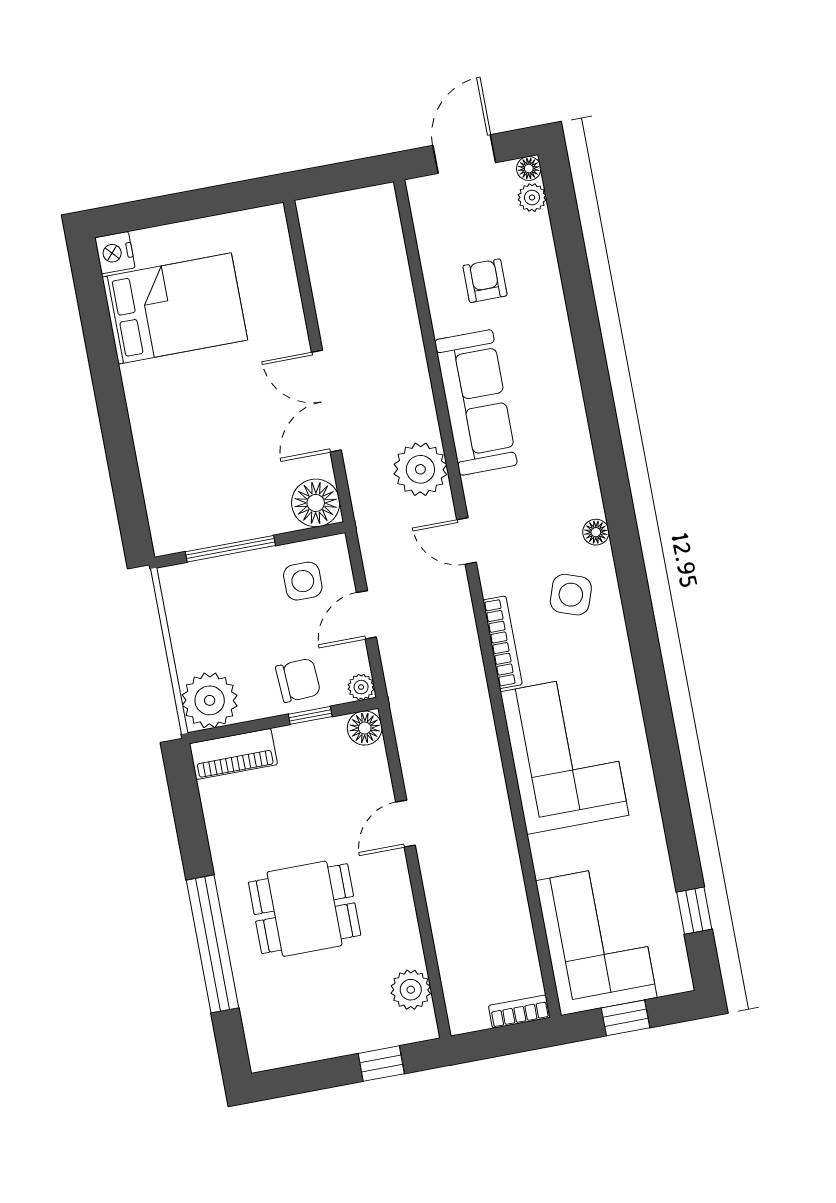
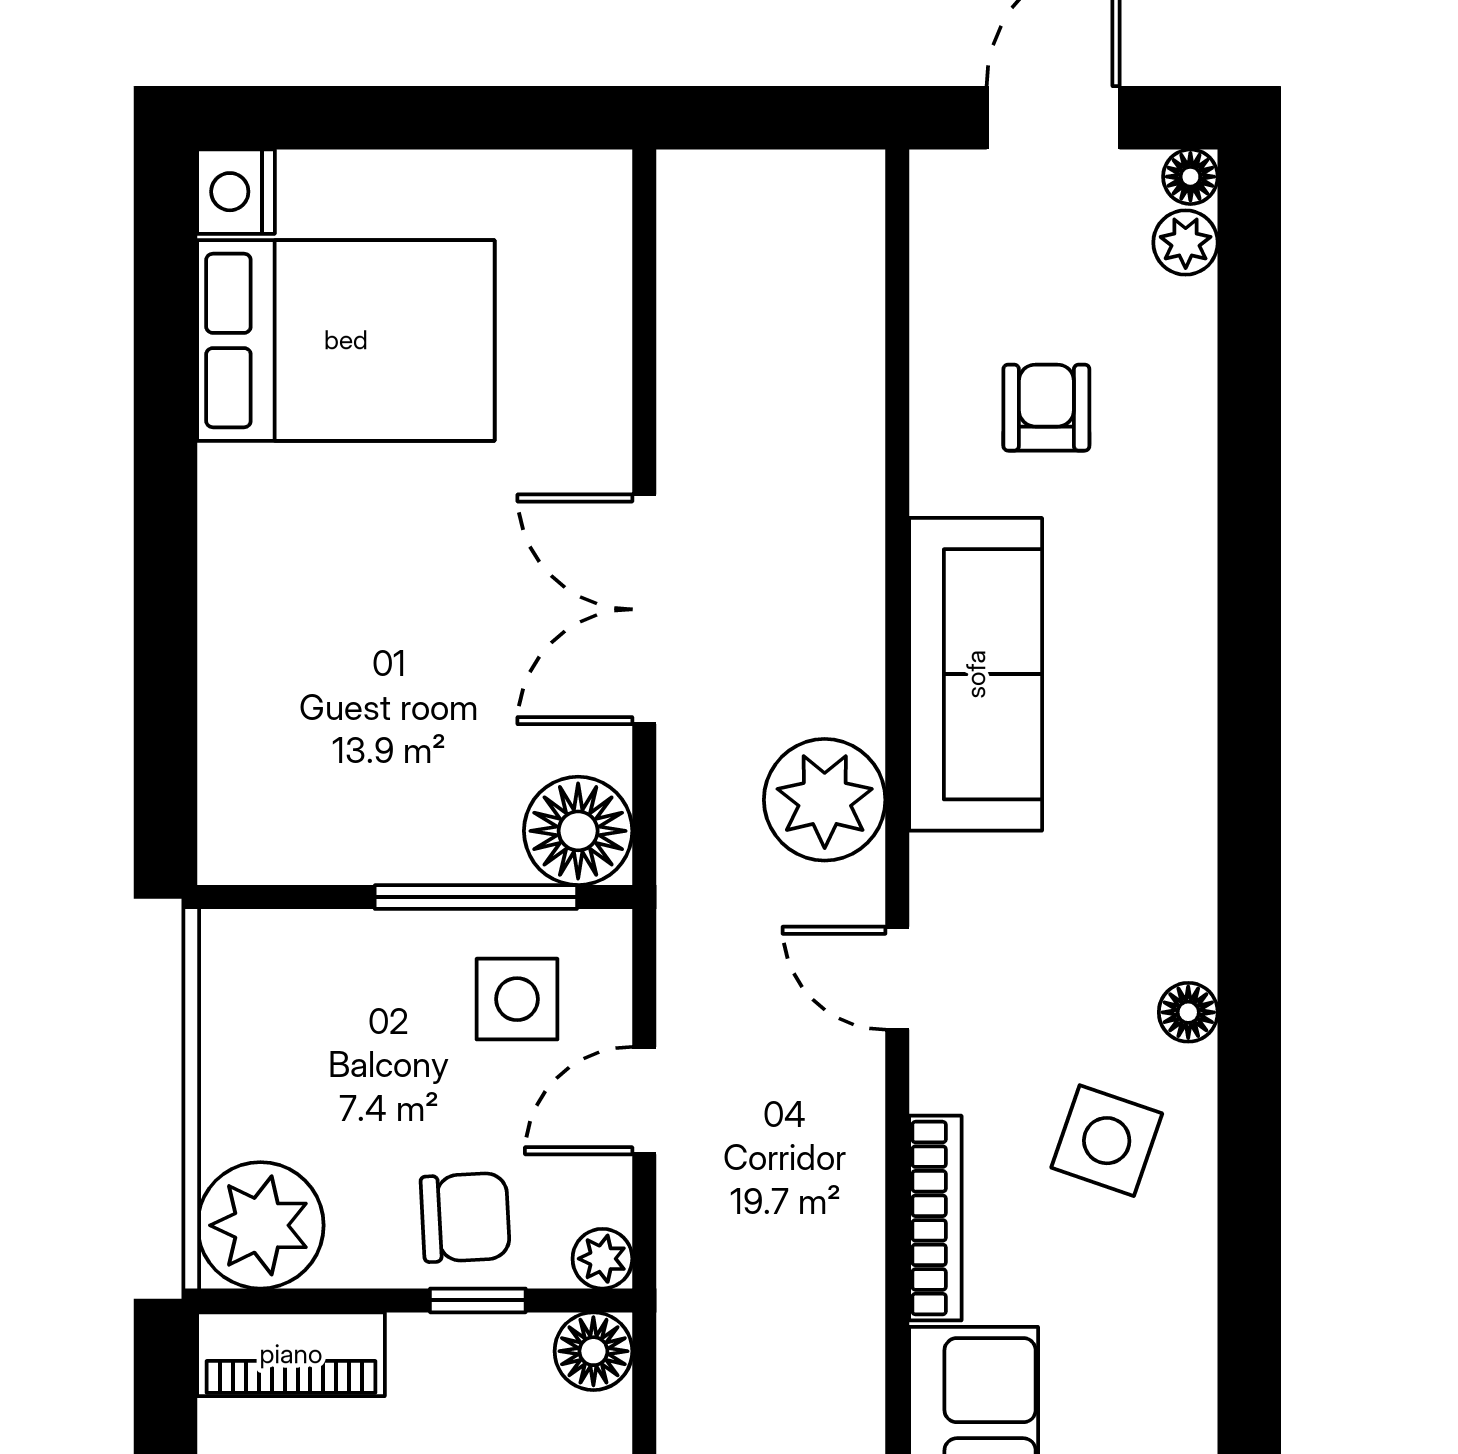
window: (230, 549) -> (476, 897), moved

